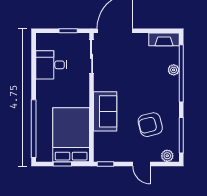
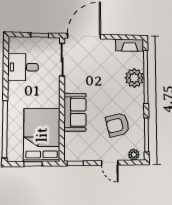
plant: (174, 70) -> (134, 78), width x1.87, depth x1.87

